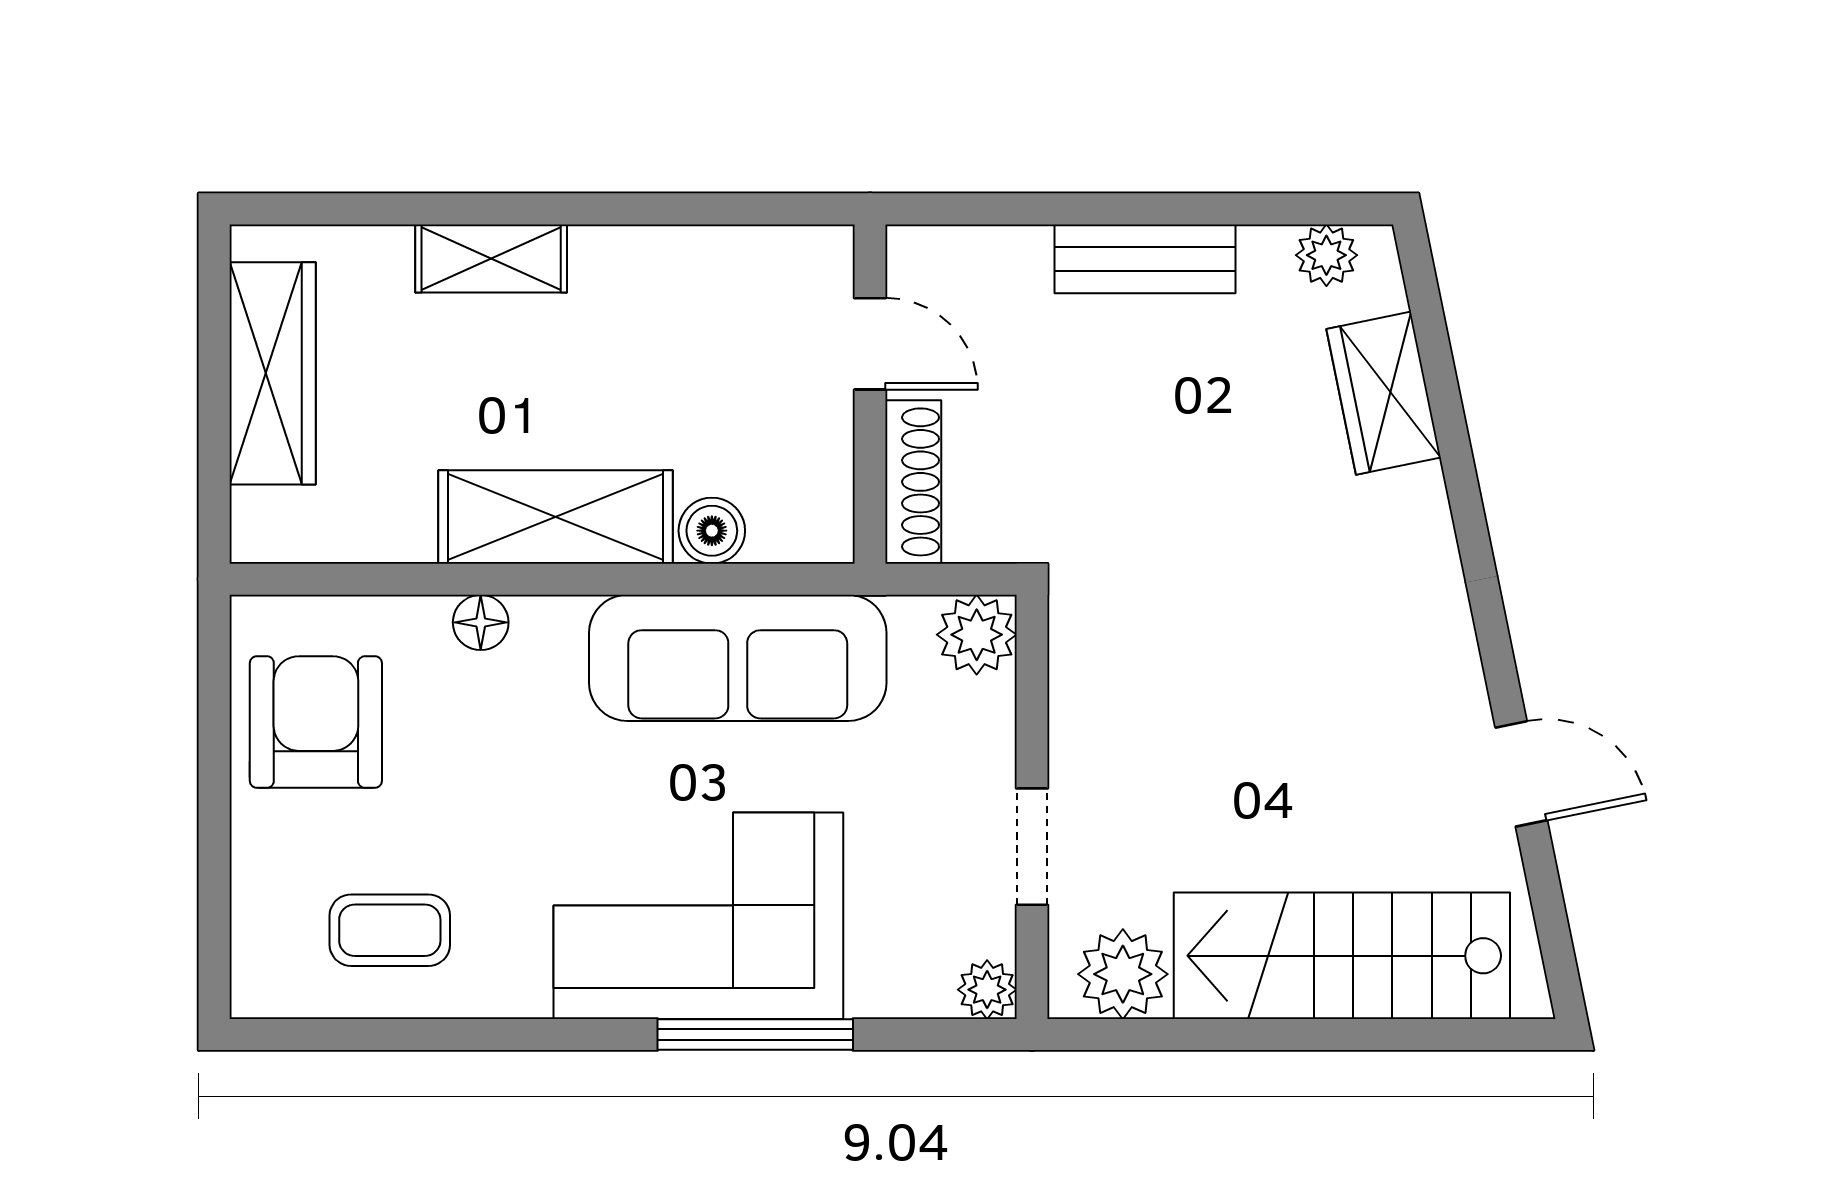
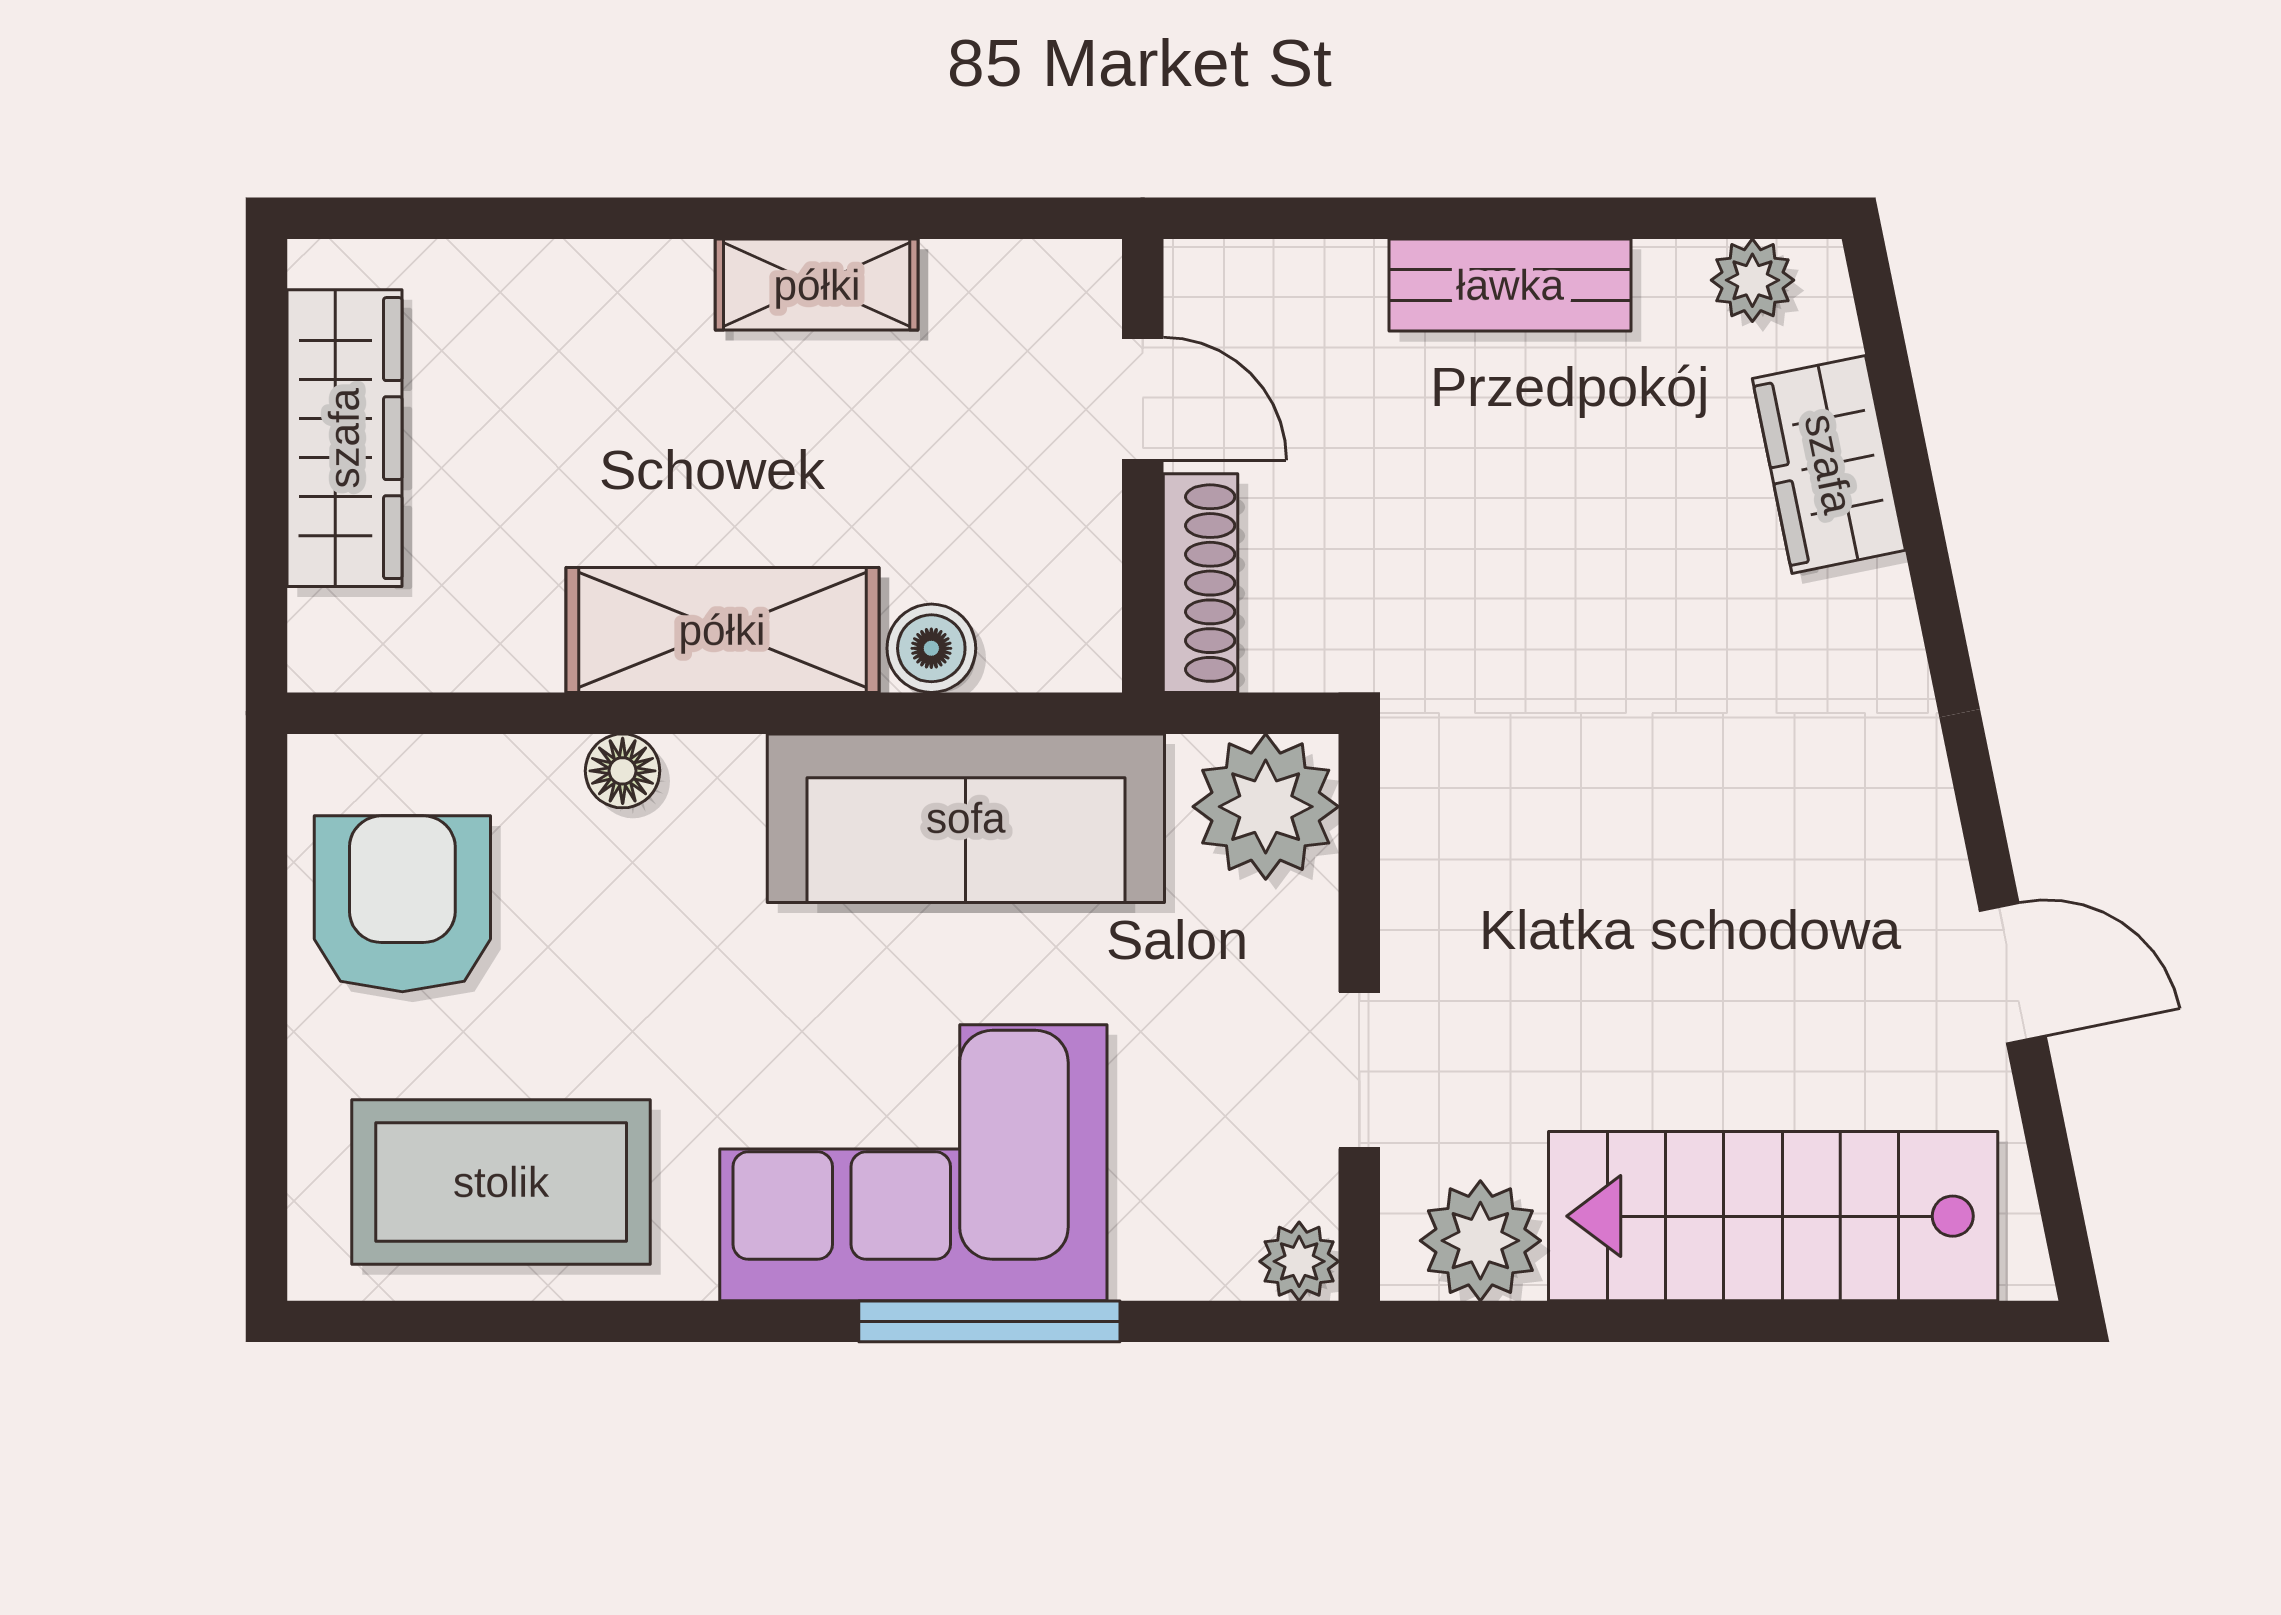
shelving: (491, 258) -> (817, 285), moved
plant: (977, 635) -> (1266, 807), width x1.36, depth x1.36
coffee table: (390, 930) -> (501, 1182), width x1.86, depth x1.72

